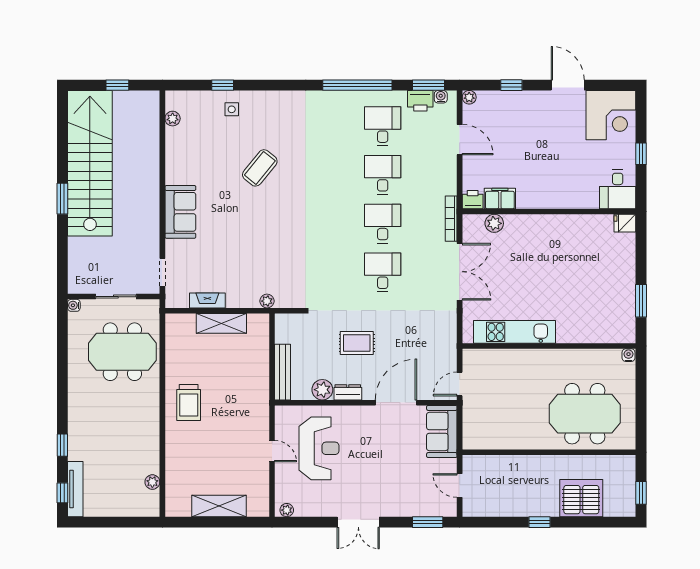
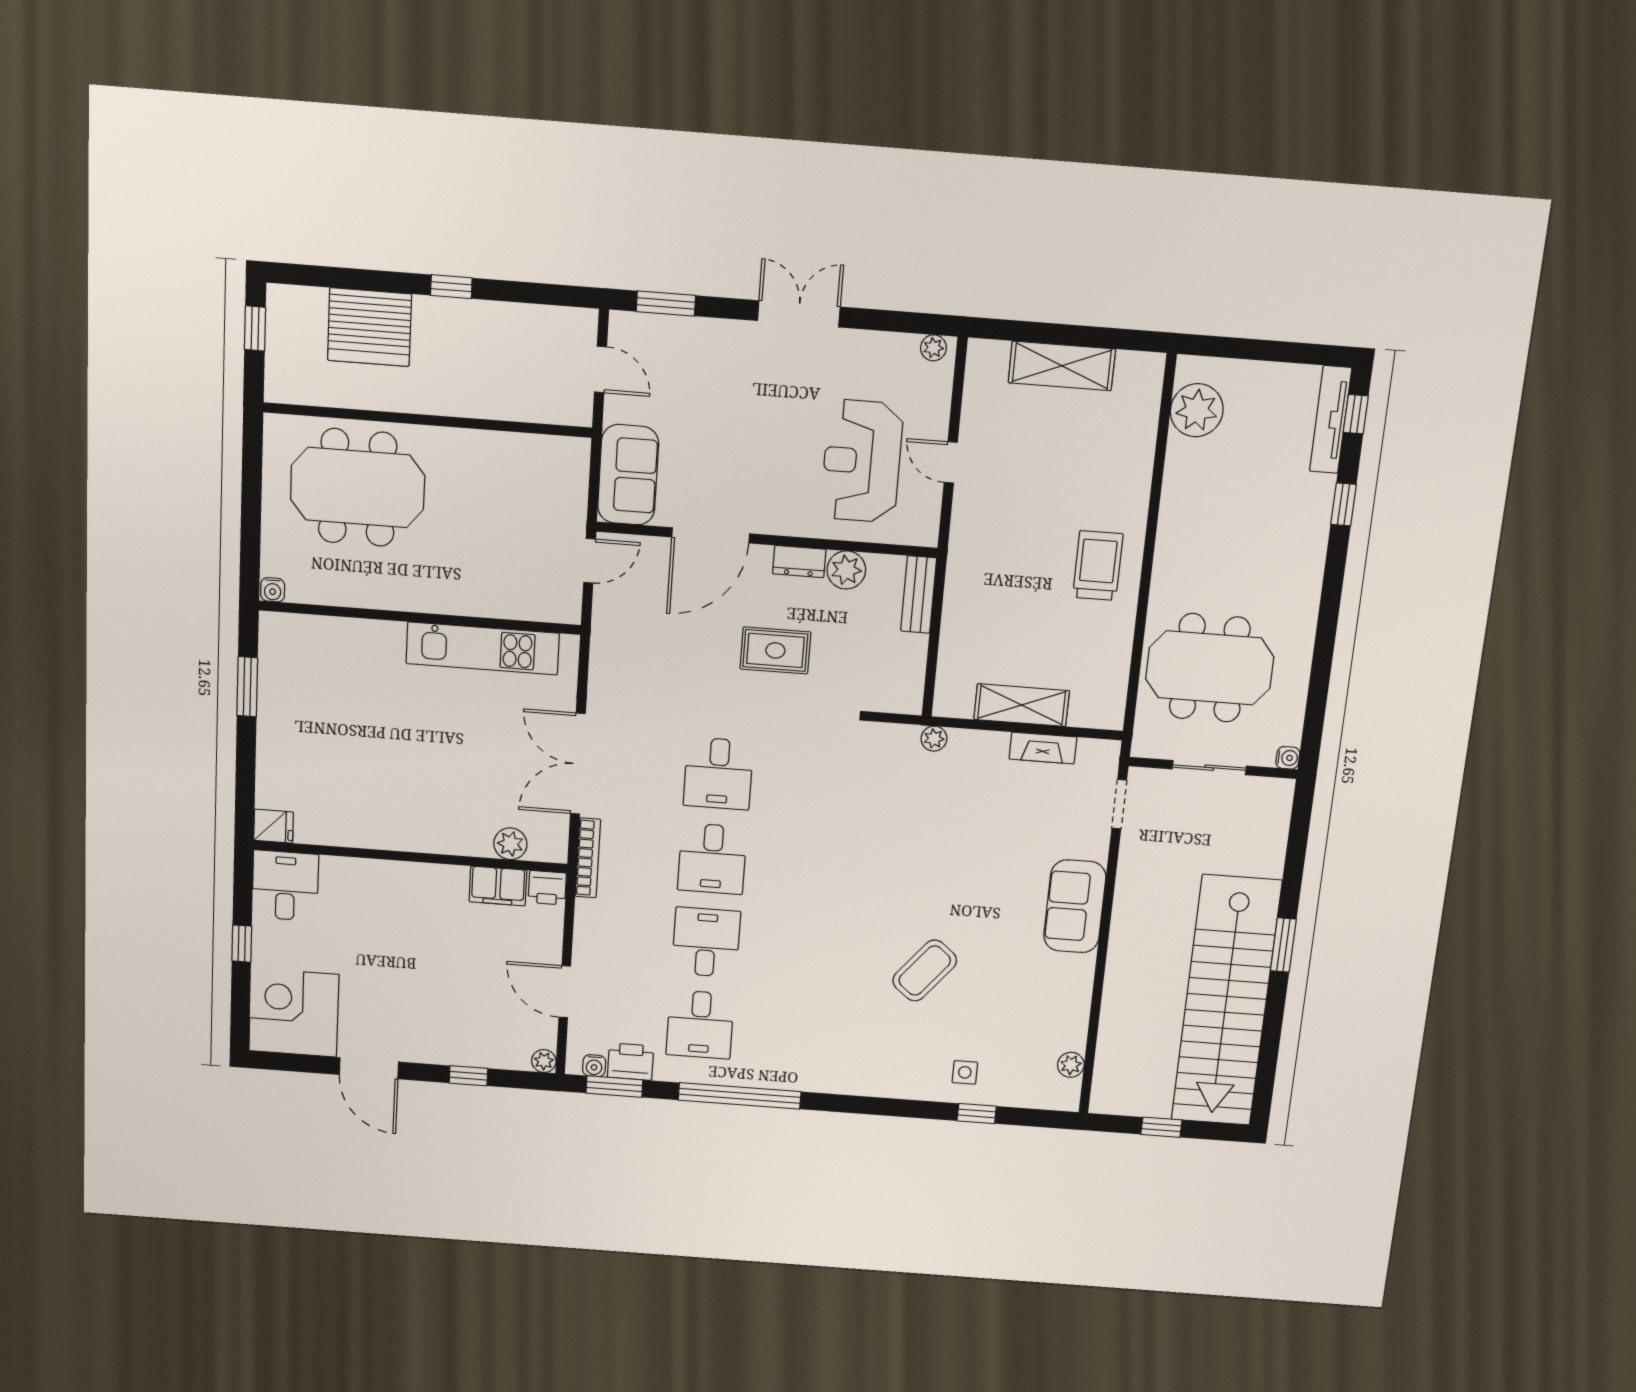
desk: (383, 175) -> (706, 942), turned 180
bench: (283, 372) -> (919, 594), width x0.73
plant: (152, 482) -> (1197, 410), width x1.88, depth x1.88

